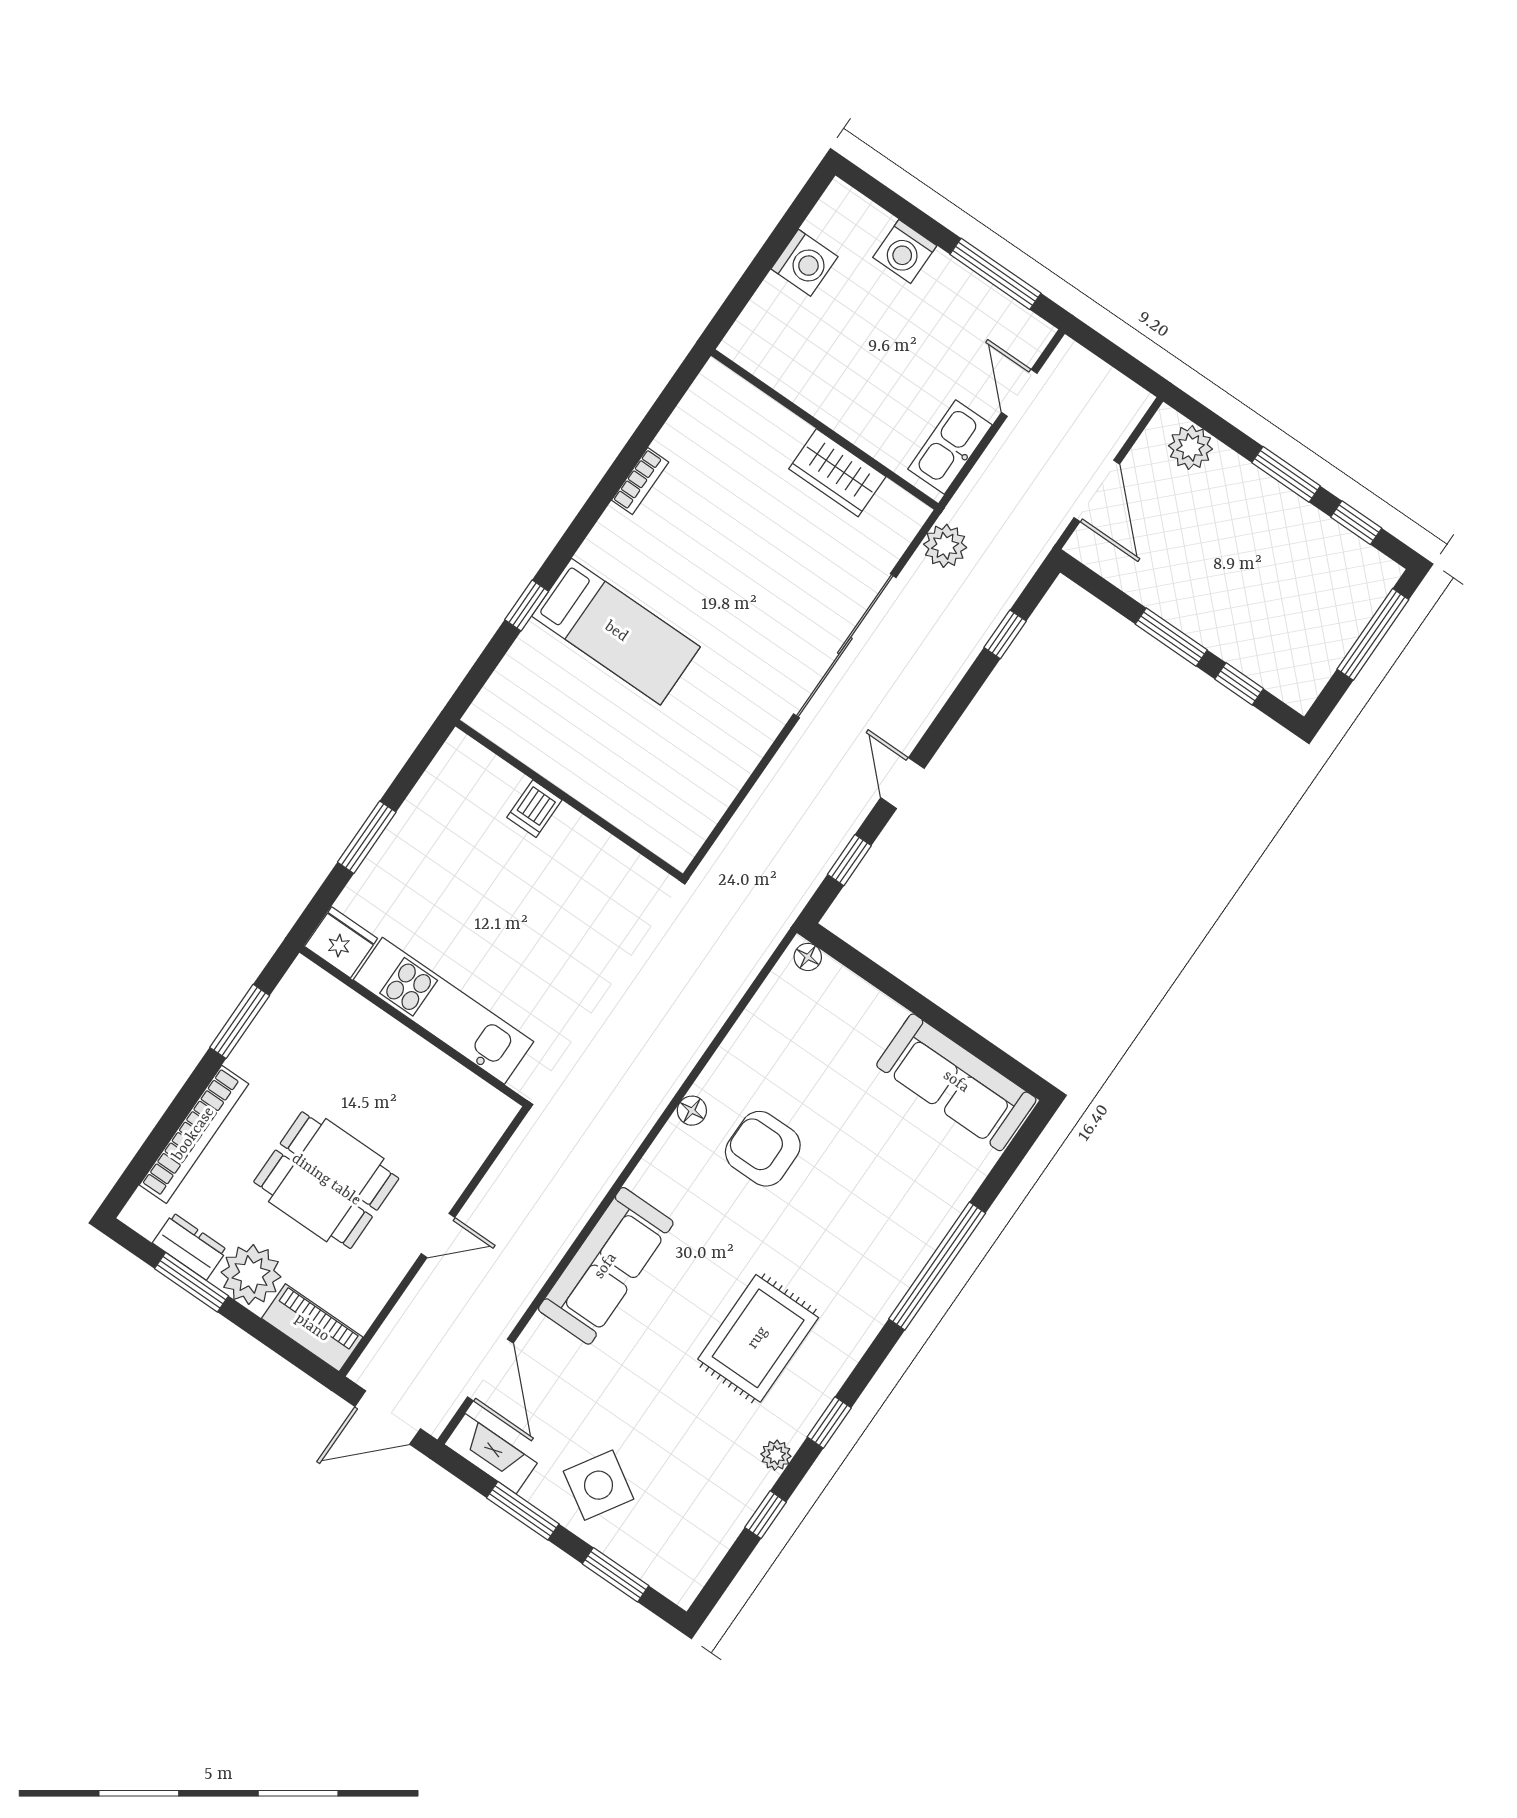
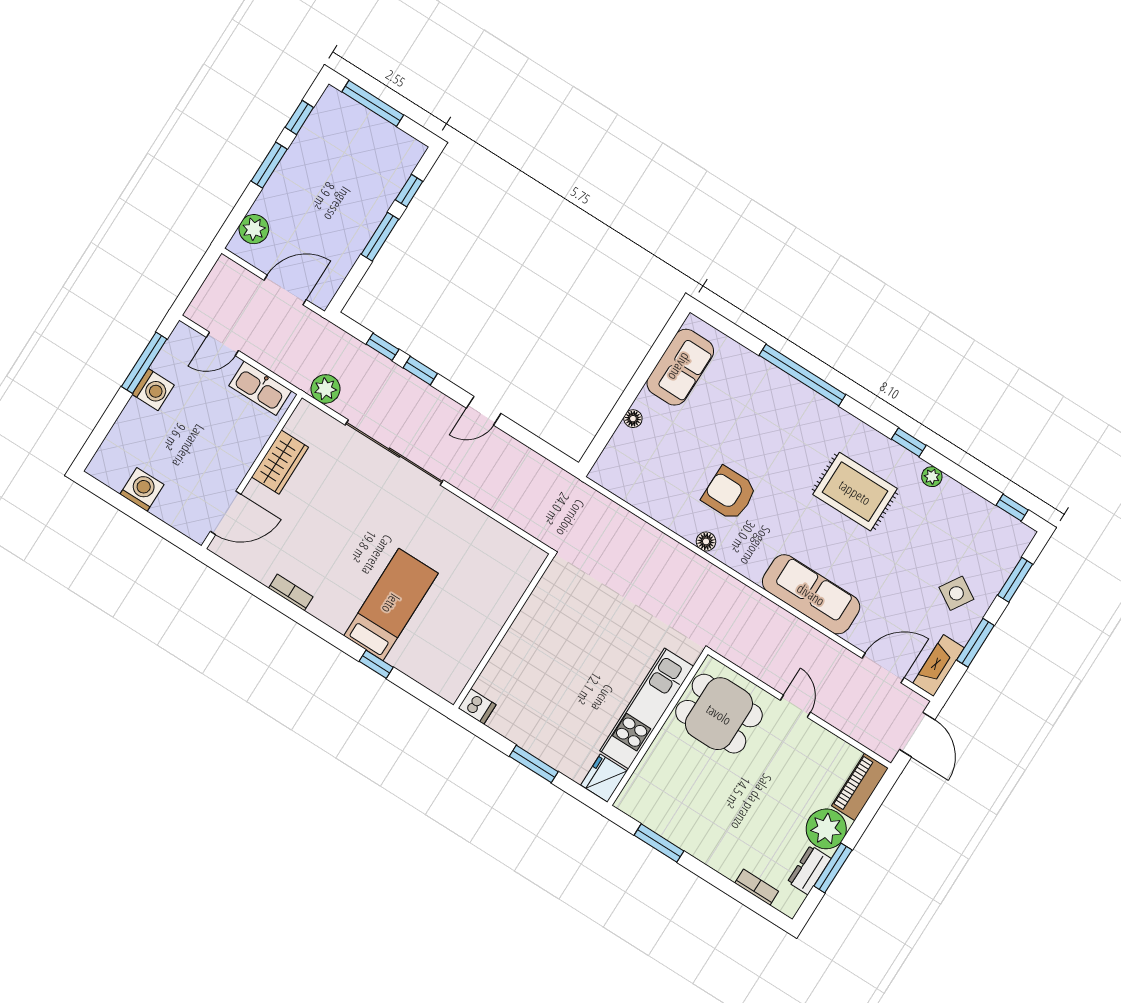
washing machine: (905, 251) -> (153, 390), moved
door: (764, 388) -> (226, 513), added
dishwasher: (534, 809) -> (477, 706), moved
window: (849, 860) -> (420, 371), moved
floor lamp: (808, 957) -> (633, 419), moved
sofa: (956, 1082) -> (680, 367), width x0.73
bookcase: (194, 1134) -> (757, 887), width x0.43, depth x0.76
armchair: (763, 1149) -> (729, 494), turned 90
dining table: (326, 1180) -> (719, 714), moved, turned 90
side table: (599, 1485) -> (956, 593), width x0.73, depth x0.73
window: (766, 1515) -> (1012, 508), moved

